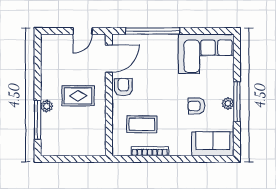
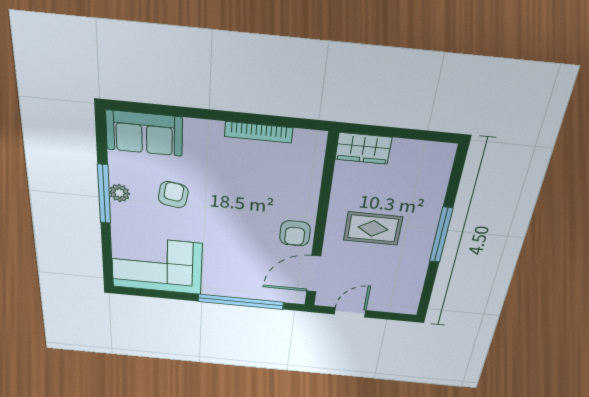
plant: (47, 106) -> (429, 219), removed
armchair: (196, 106) -> (173, 195), turned -81
window: (38, 120) -> (441, 235), moved
coffee table: (142, 124) -> (269, 176), removed
wardrobe: (91, 148) -> (363, 148), added

